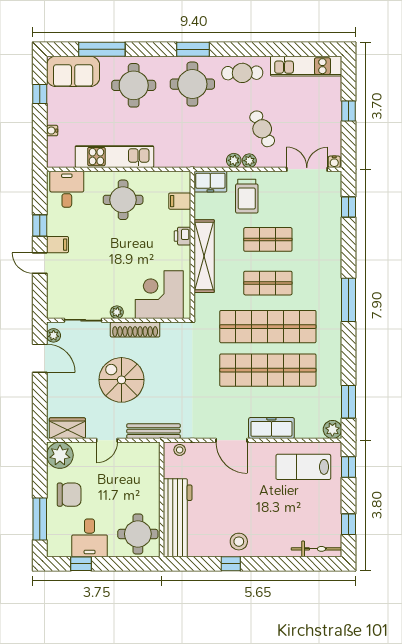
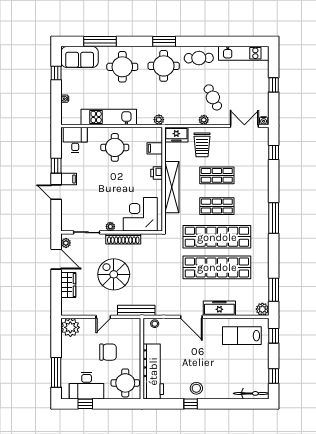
plant: (234, 160) -> (159, 120), moved
wardrobe: (67, 428) -> (68, 285), moved, turned 90
chair: (69, 495) -> (108, 352), moved
desk: (90, 538) -> (87, 386), width x1.37

